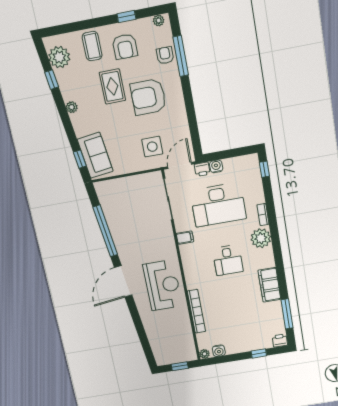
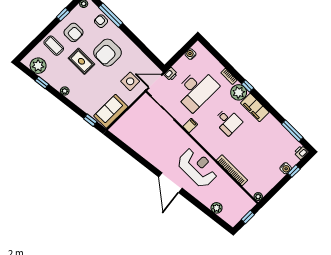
sofa: (95, 155) -> (111, 111), moved, turned -83
door: (180, 165) -> (155, 81), hinge flipped
water cooler: (216, 166) -> (190, 54), moved
window: (264, 169) -> (248, 86), moved
window: (105, 231) -> (136, 156), removed
filing cabinet: (269, 285) -> (255, 108), moved
plant: (154, 337) -> (217, 208), added
water cooler: (219, 351) -> (286, 168), moved

